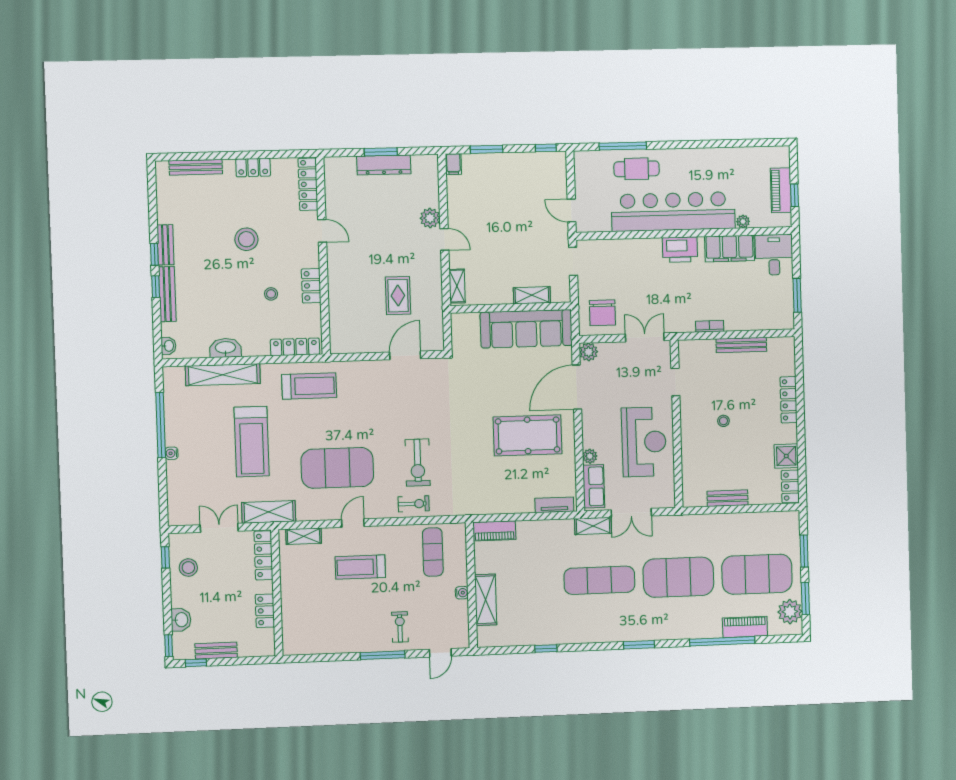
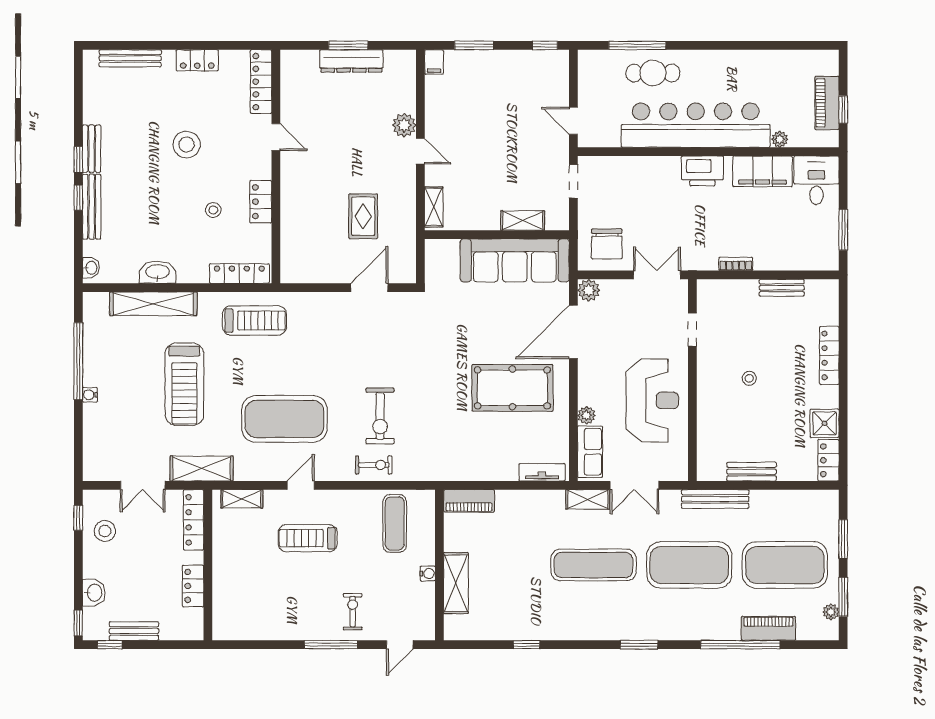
bench: (741, 345) -> (782, 288), width x0.73
bench: (698, 522) -> (715, 499), added
double door: (219, 528) -> (143, 485), swing flipped
plant: (790, 612) -> (831, 612), width x0.53, depth x0.53

